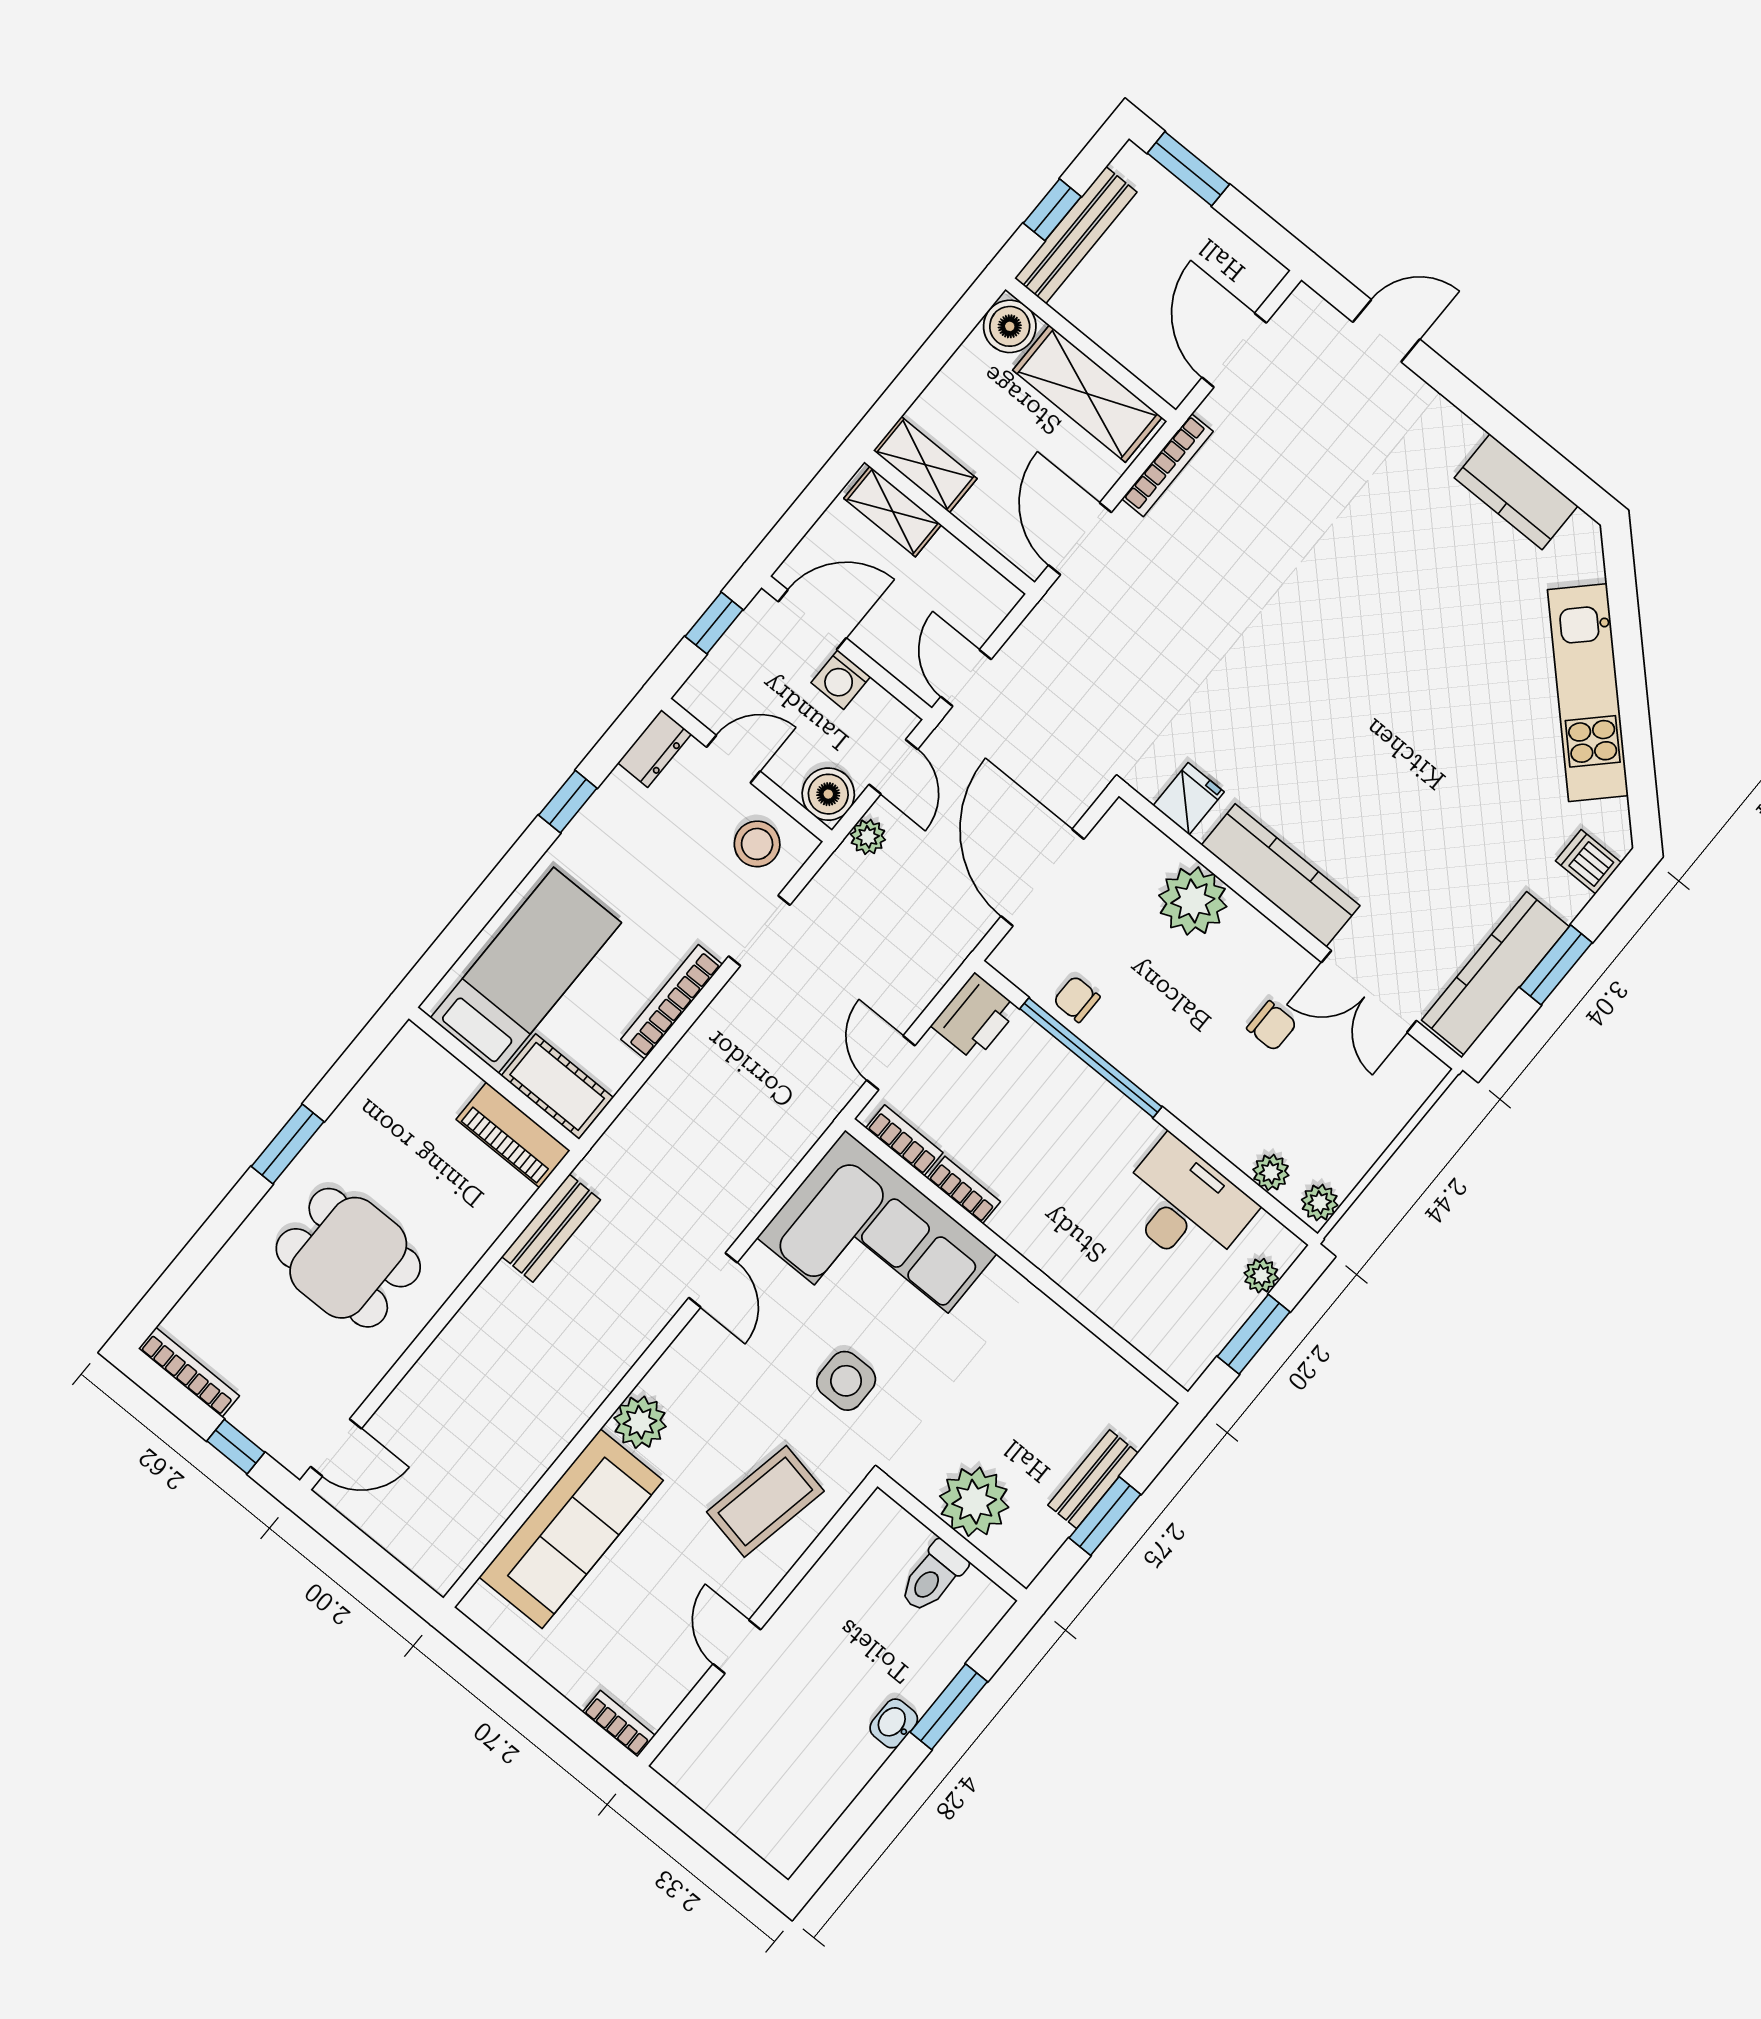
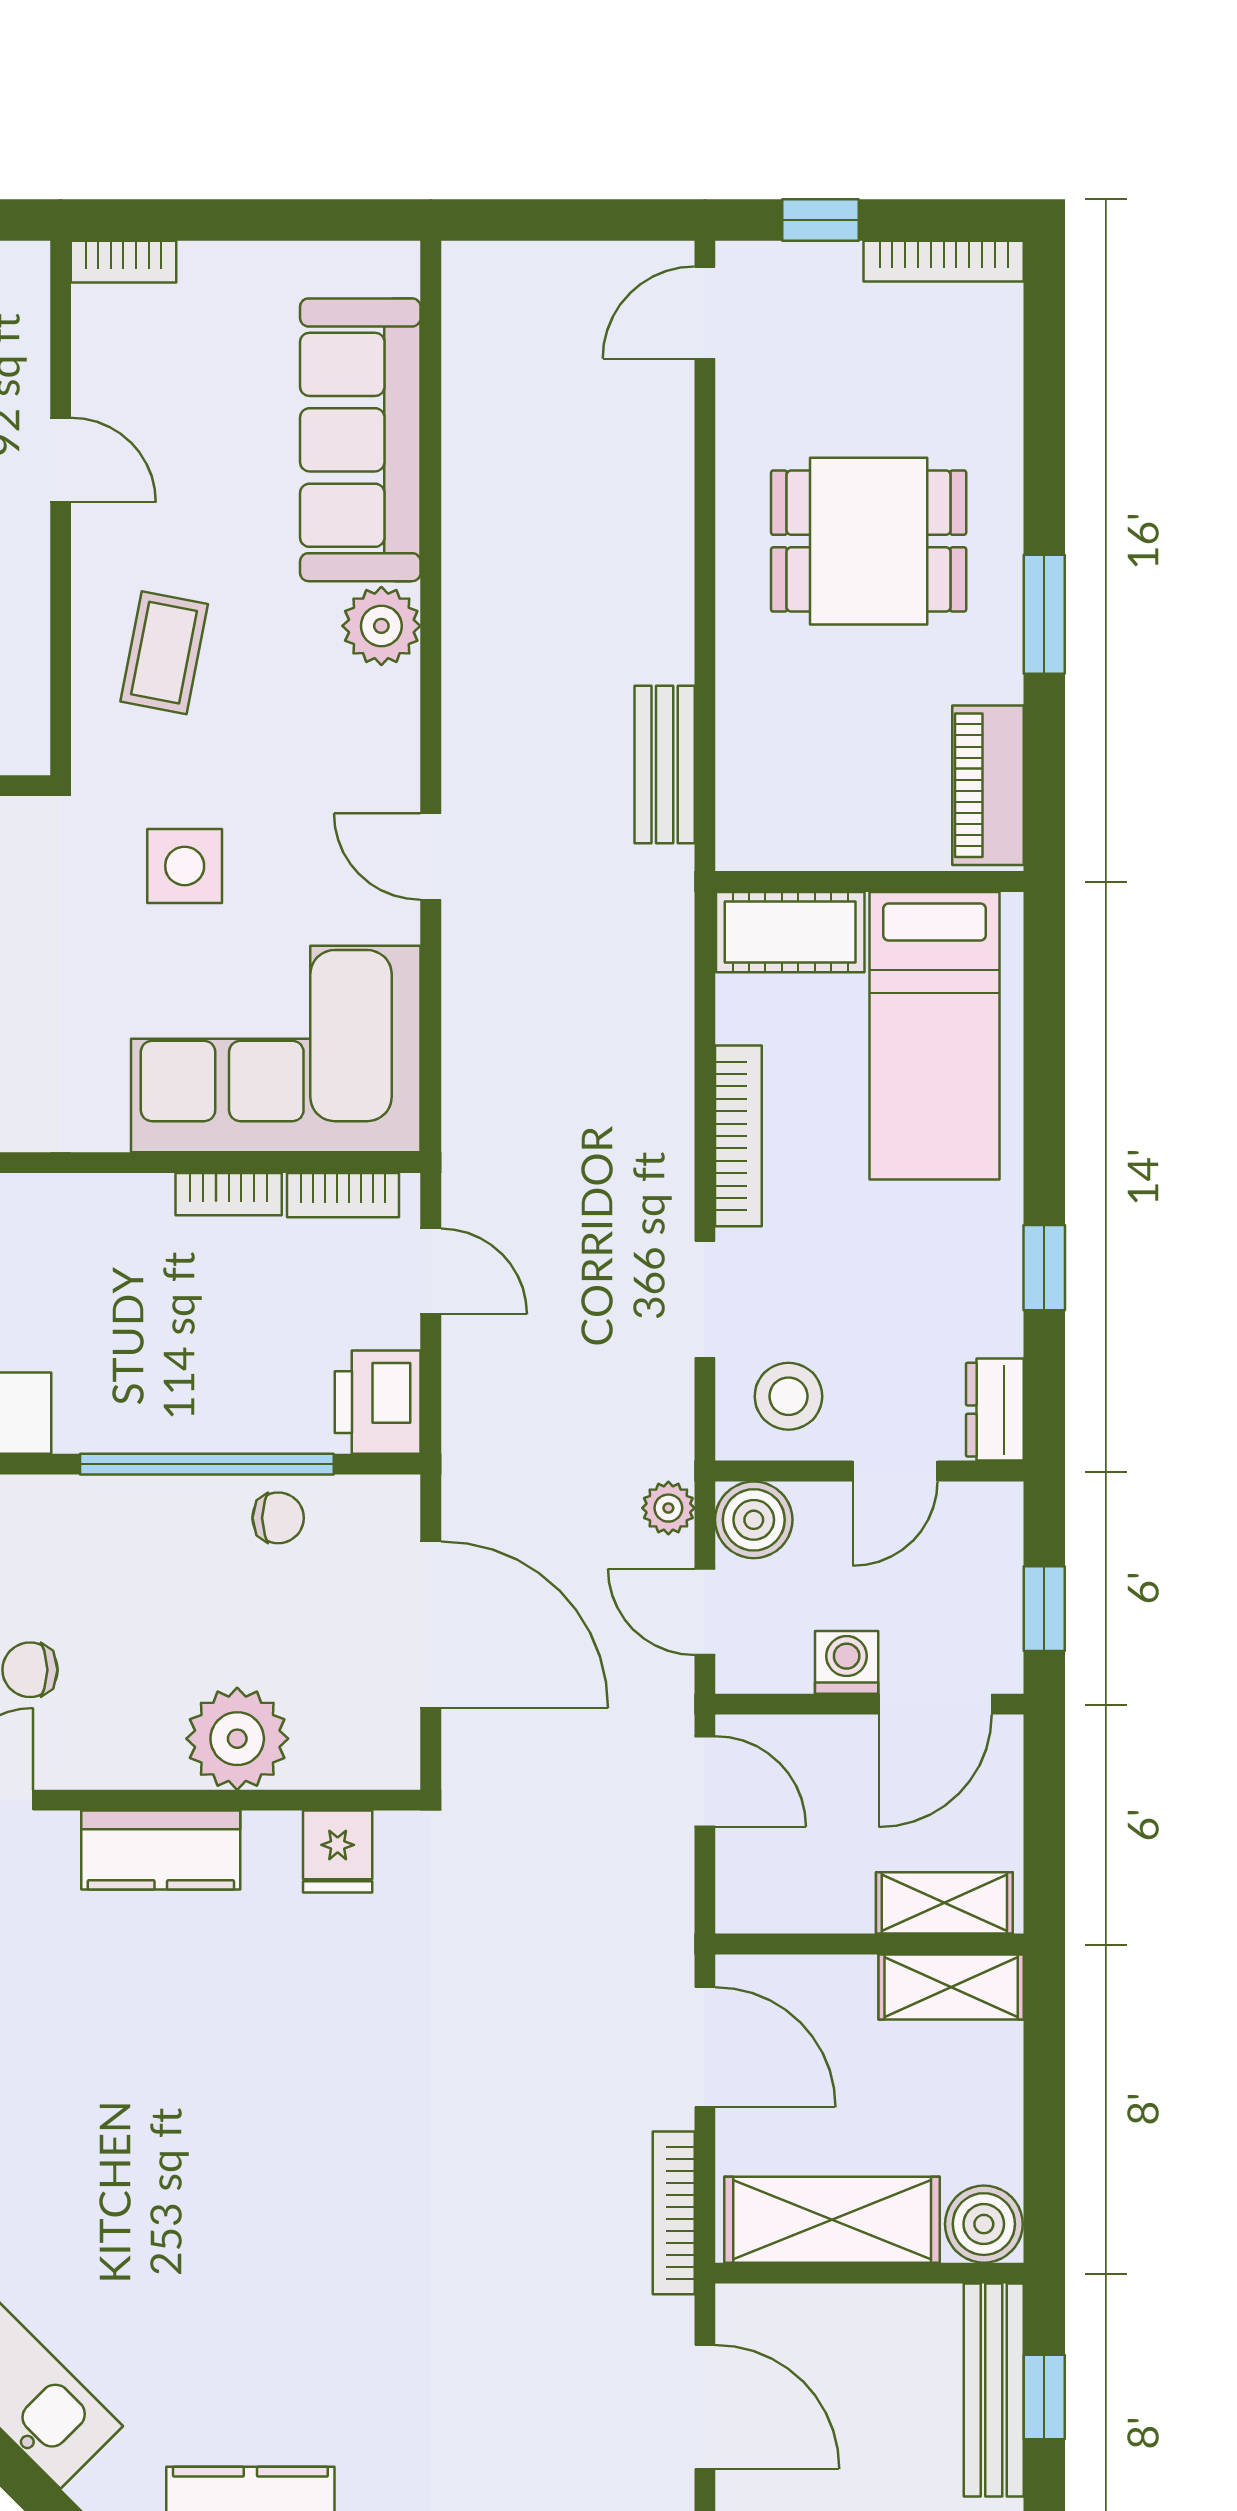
kitchen counter: (1281, 875) -> (161, 1850), width x0.67
piano: (513, 1135) -> (988, 785), moved, turned -90
coffee table: (765, 1501) -> (164, 653), width x0.73, depth x0.77

